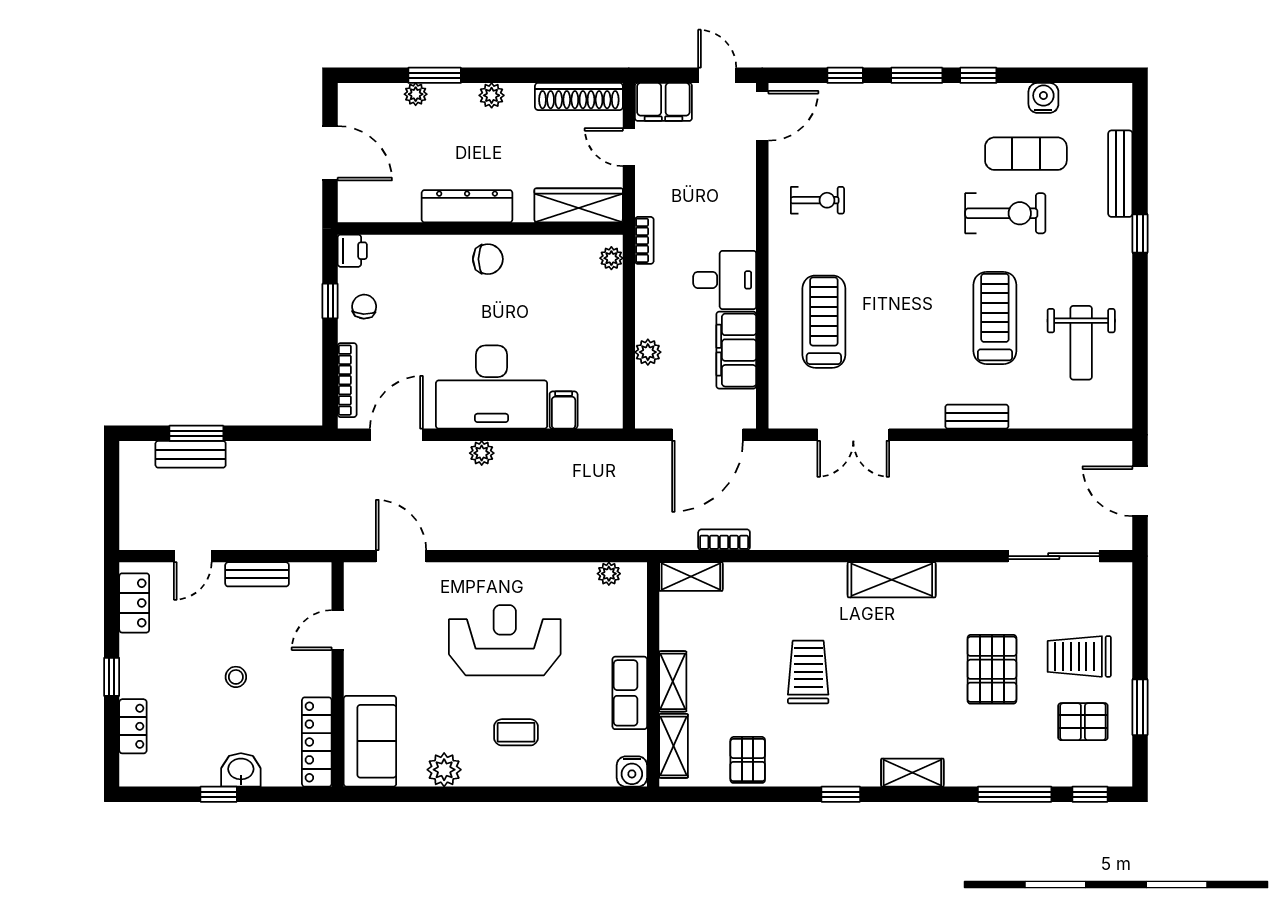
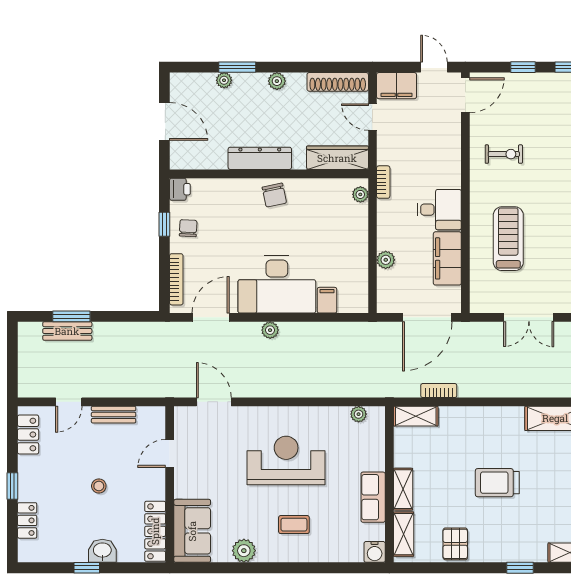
chair: (488, 259) -> (274, 195), turned 78
trolley: (808, 672) -> (497, 483), turned -90

